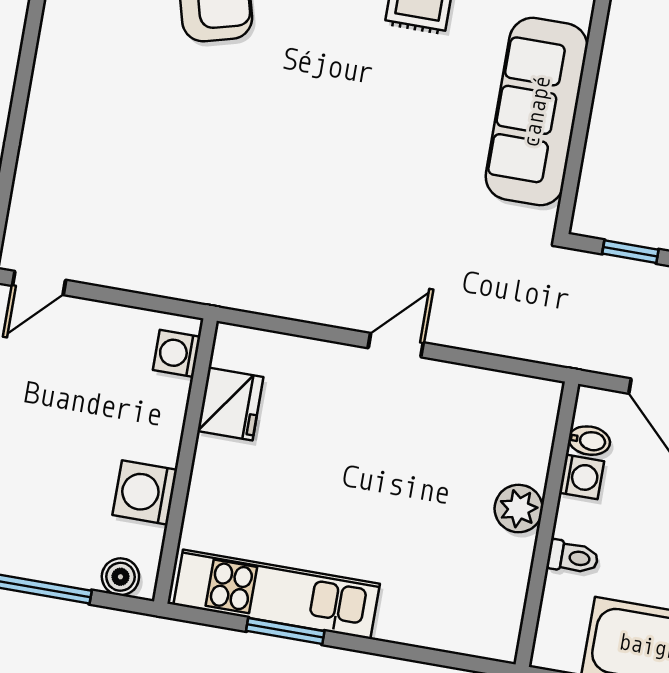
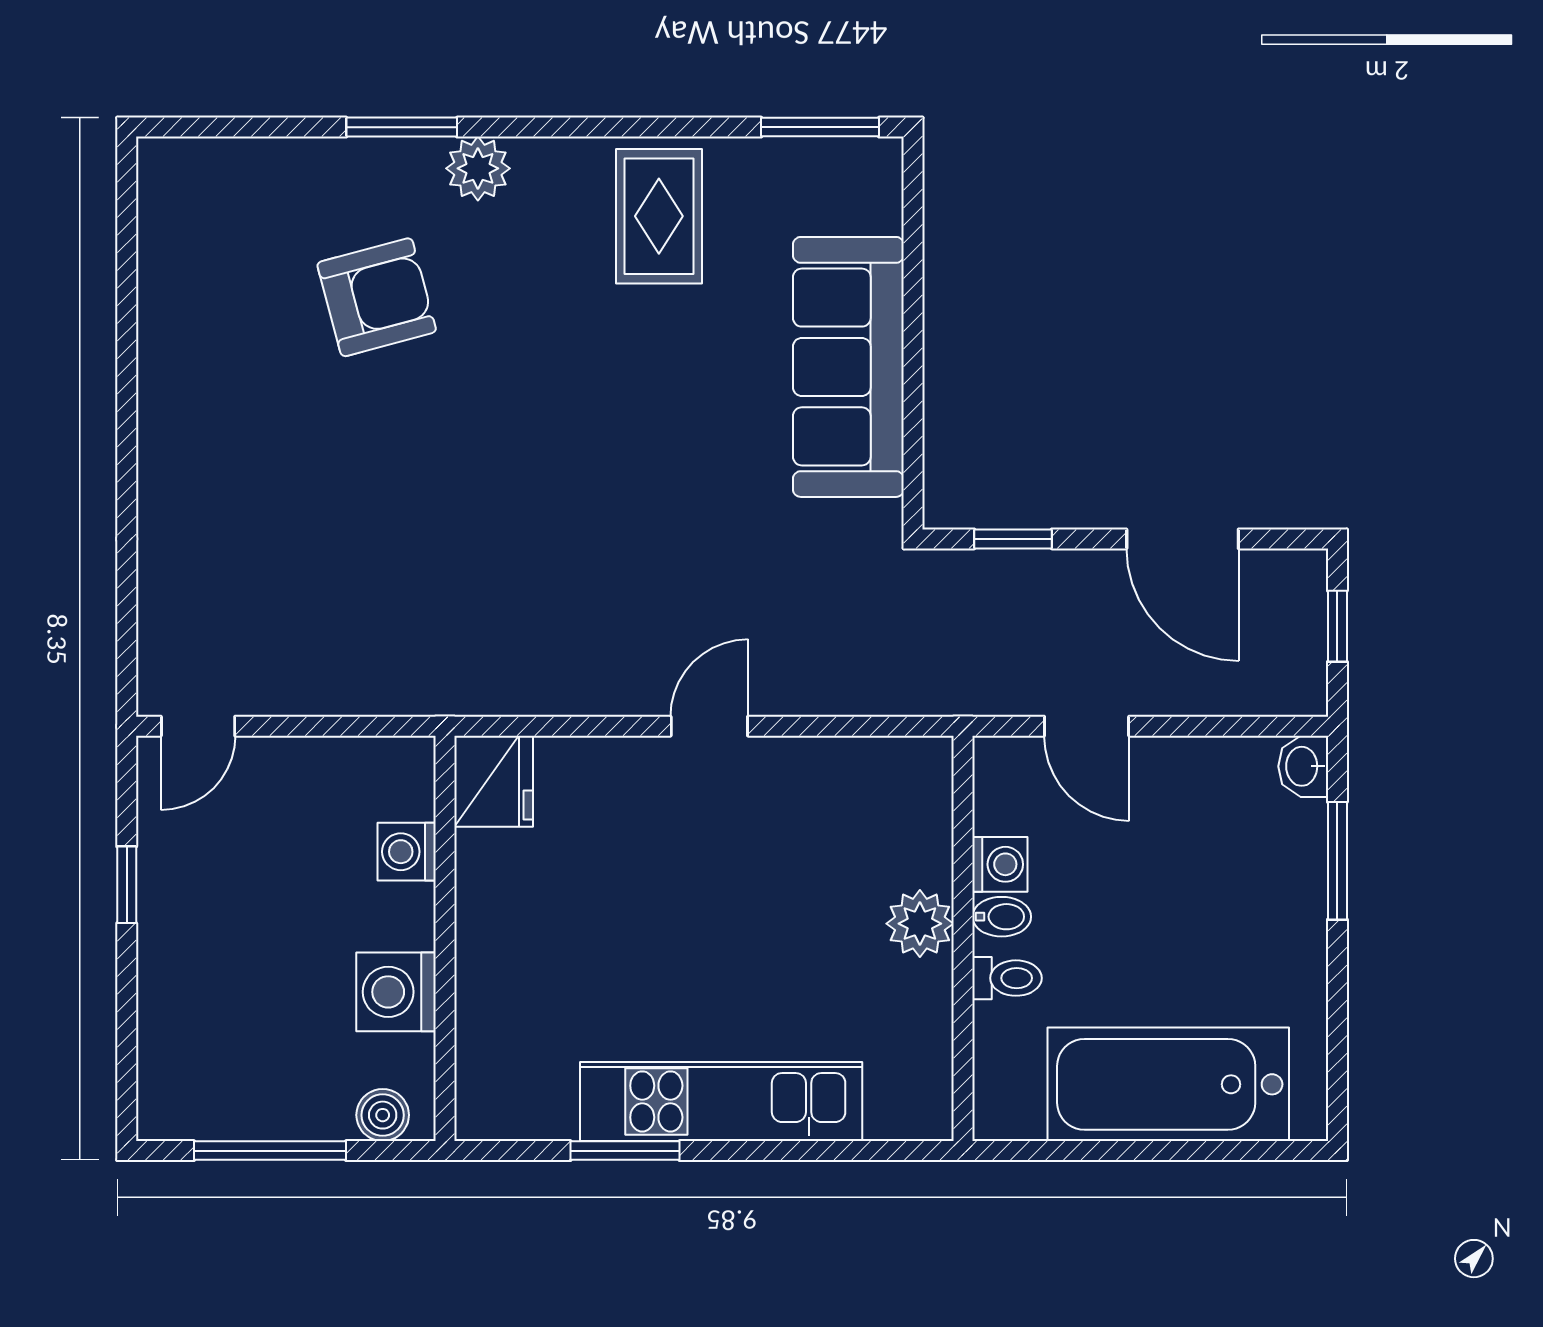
washing machine: (177, 353) -> (407, 852), moved
fridge: (230, 404) -> (494, 781), moved
bidet: (589, 441) -> (1002, 917), moved
kitchen unit: (277, 594) -> (721, 1101), moved

